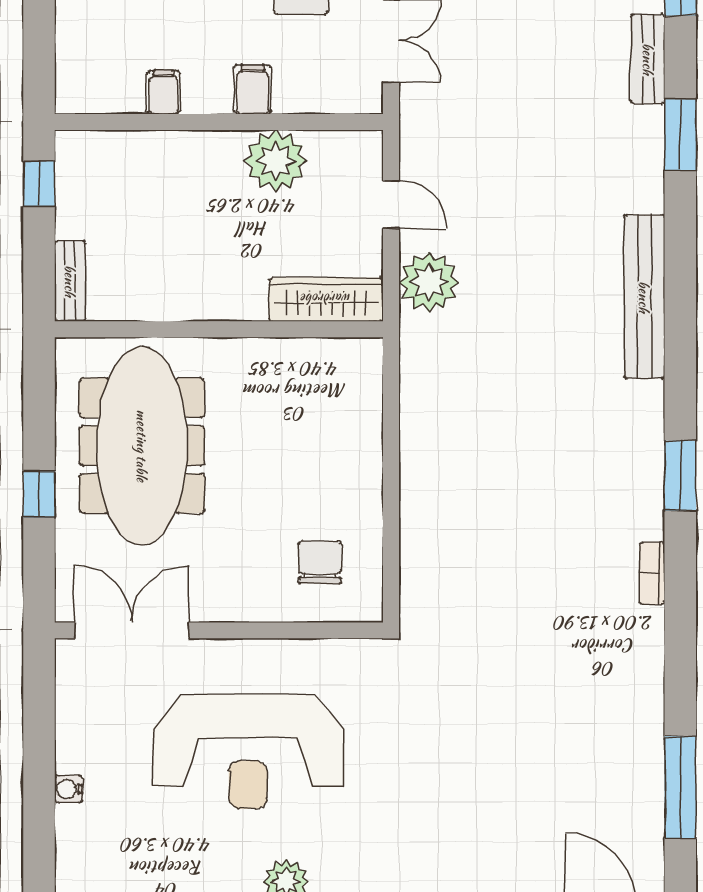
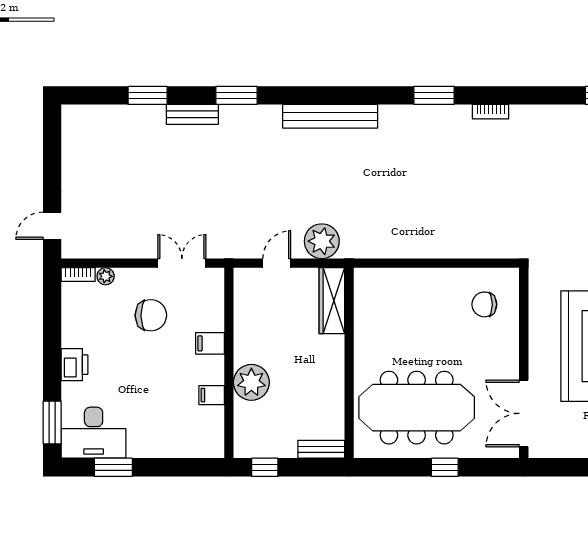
plant: (276, 161) -> (251, 382), moved

